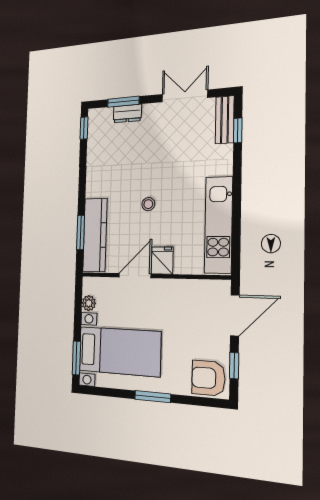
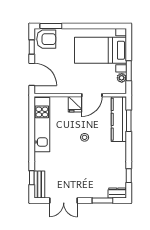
dresser: (127, 113) -> (117, 193), moved
window: (84, 128) -> (129, 176), moved
door: (235, 315) -> (32, 74), swing flipped
window: (76, 358) -> (129, 71), moved
window: (153, 397) -> (51, 26), moved

